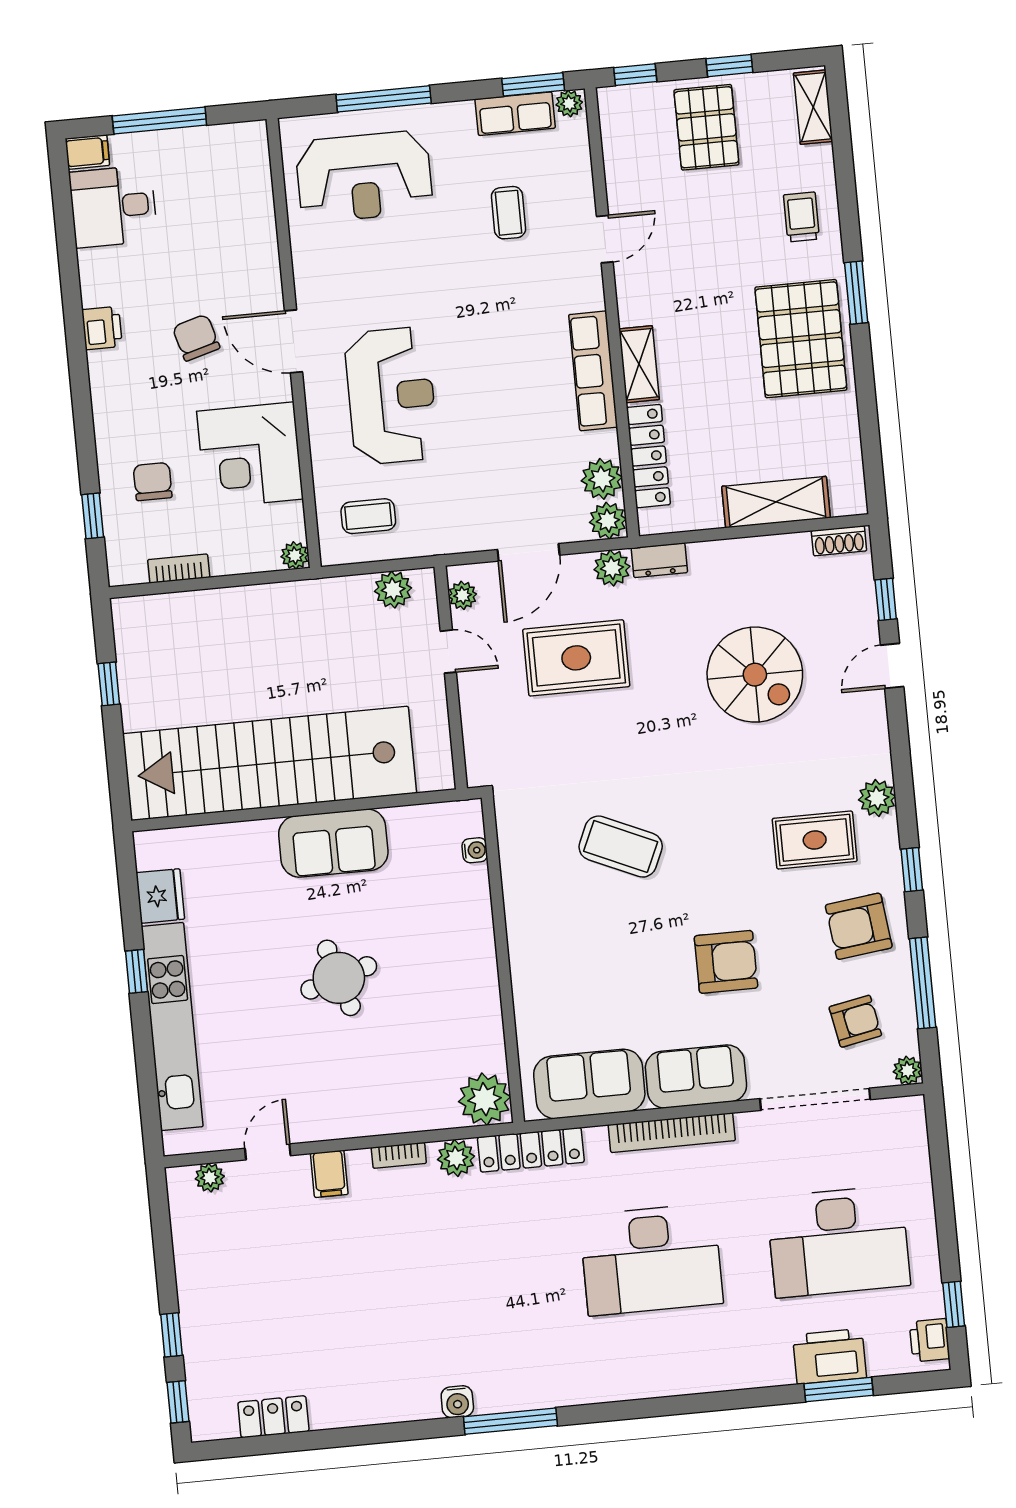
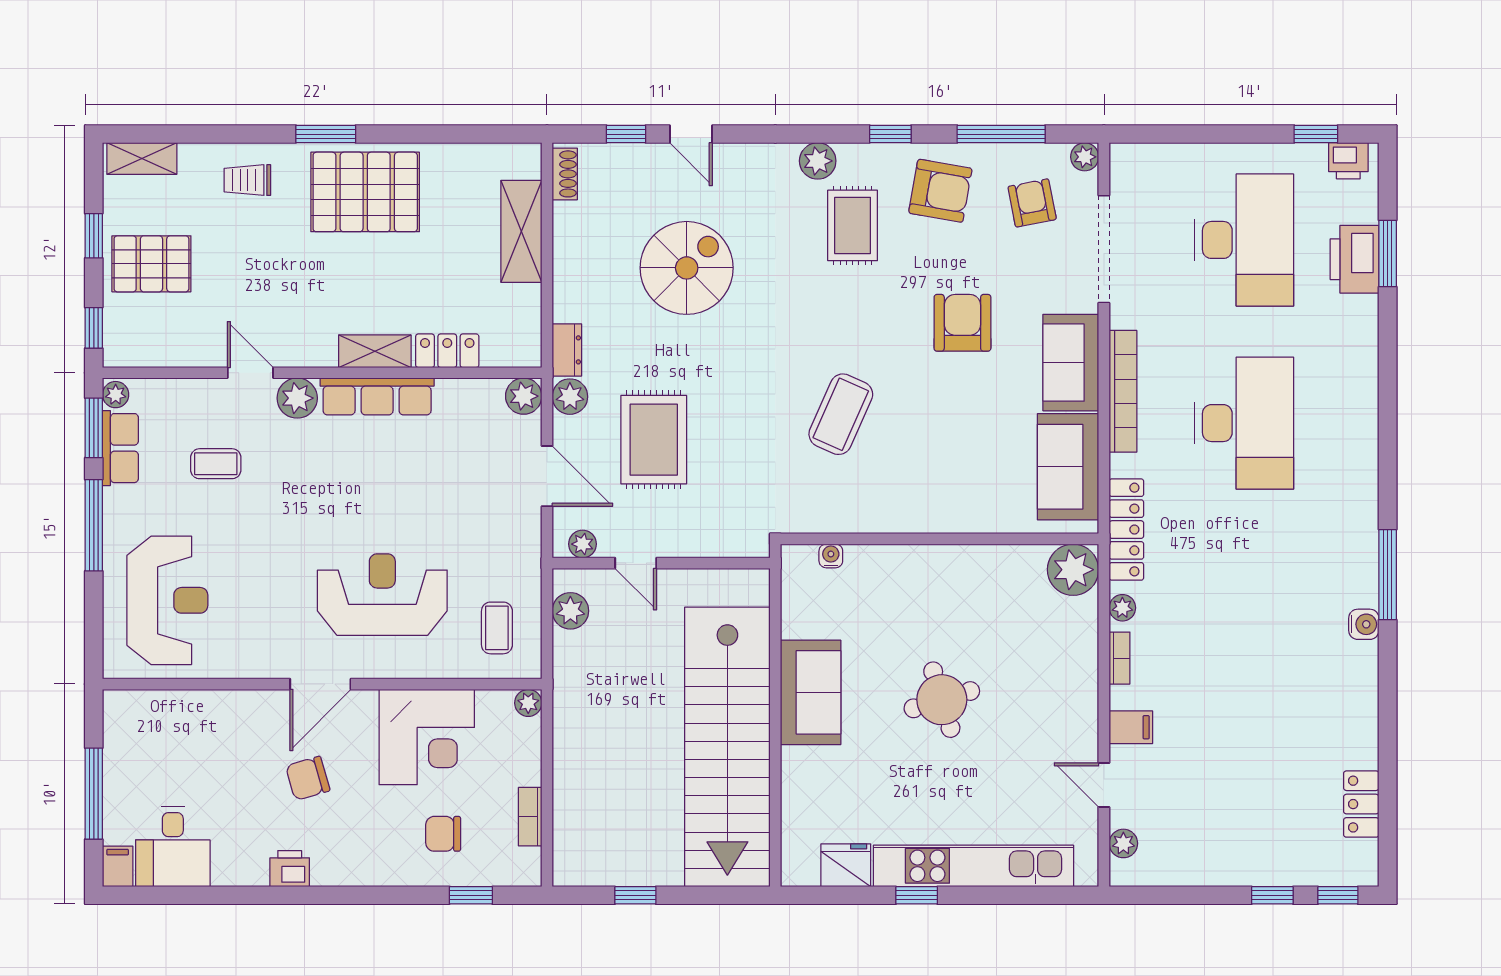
window: (384, 99) -> (94, 525), moved
locker: (648, 456) -> (447, 351), width x0.66
plant: (602, 479) -> (297, 398), moved
door: (448, 652) -> (636, 563), swing flipped
armchair: (859, 926) -> (940, 191), turned -73
plant: (456, 1158) -> (1122, 608), width x0.73, depth x0.73

